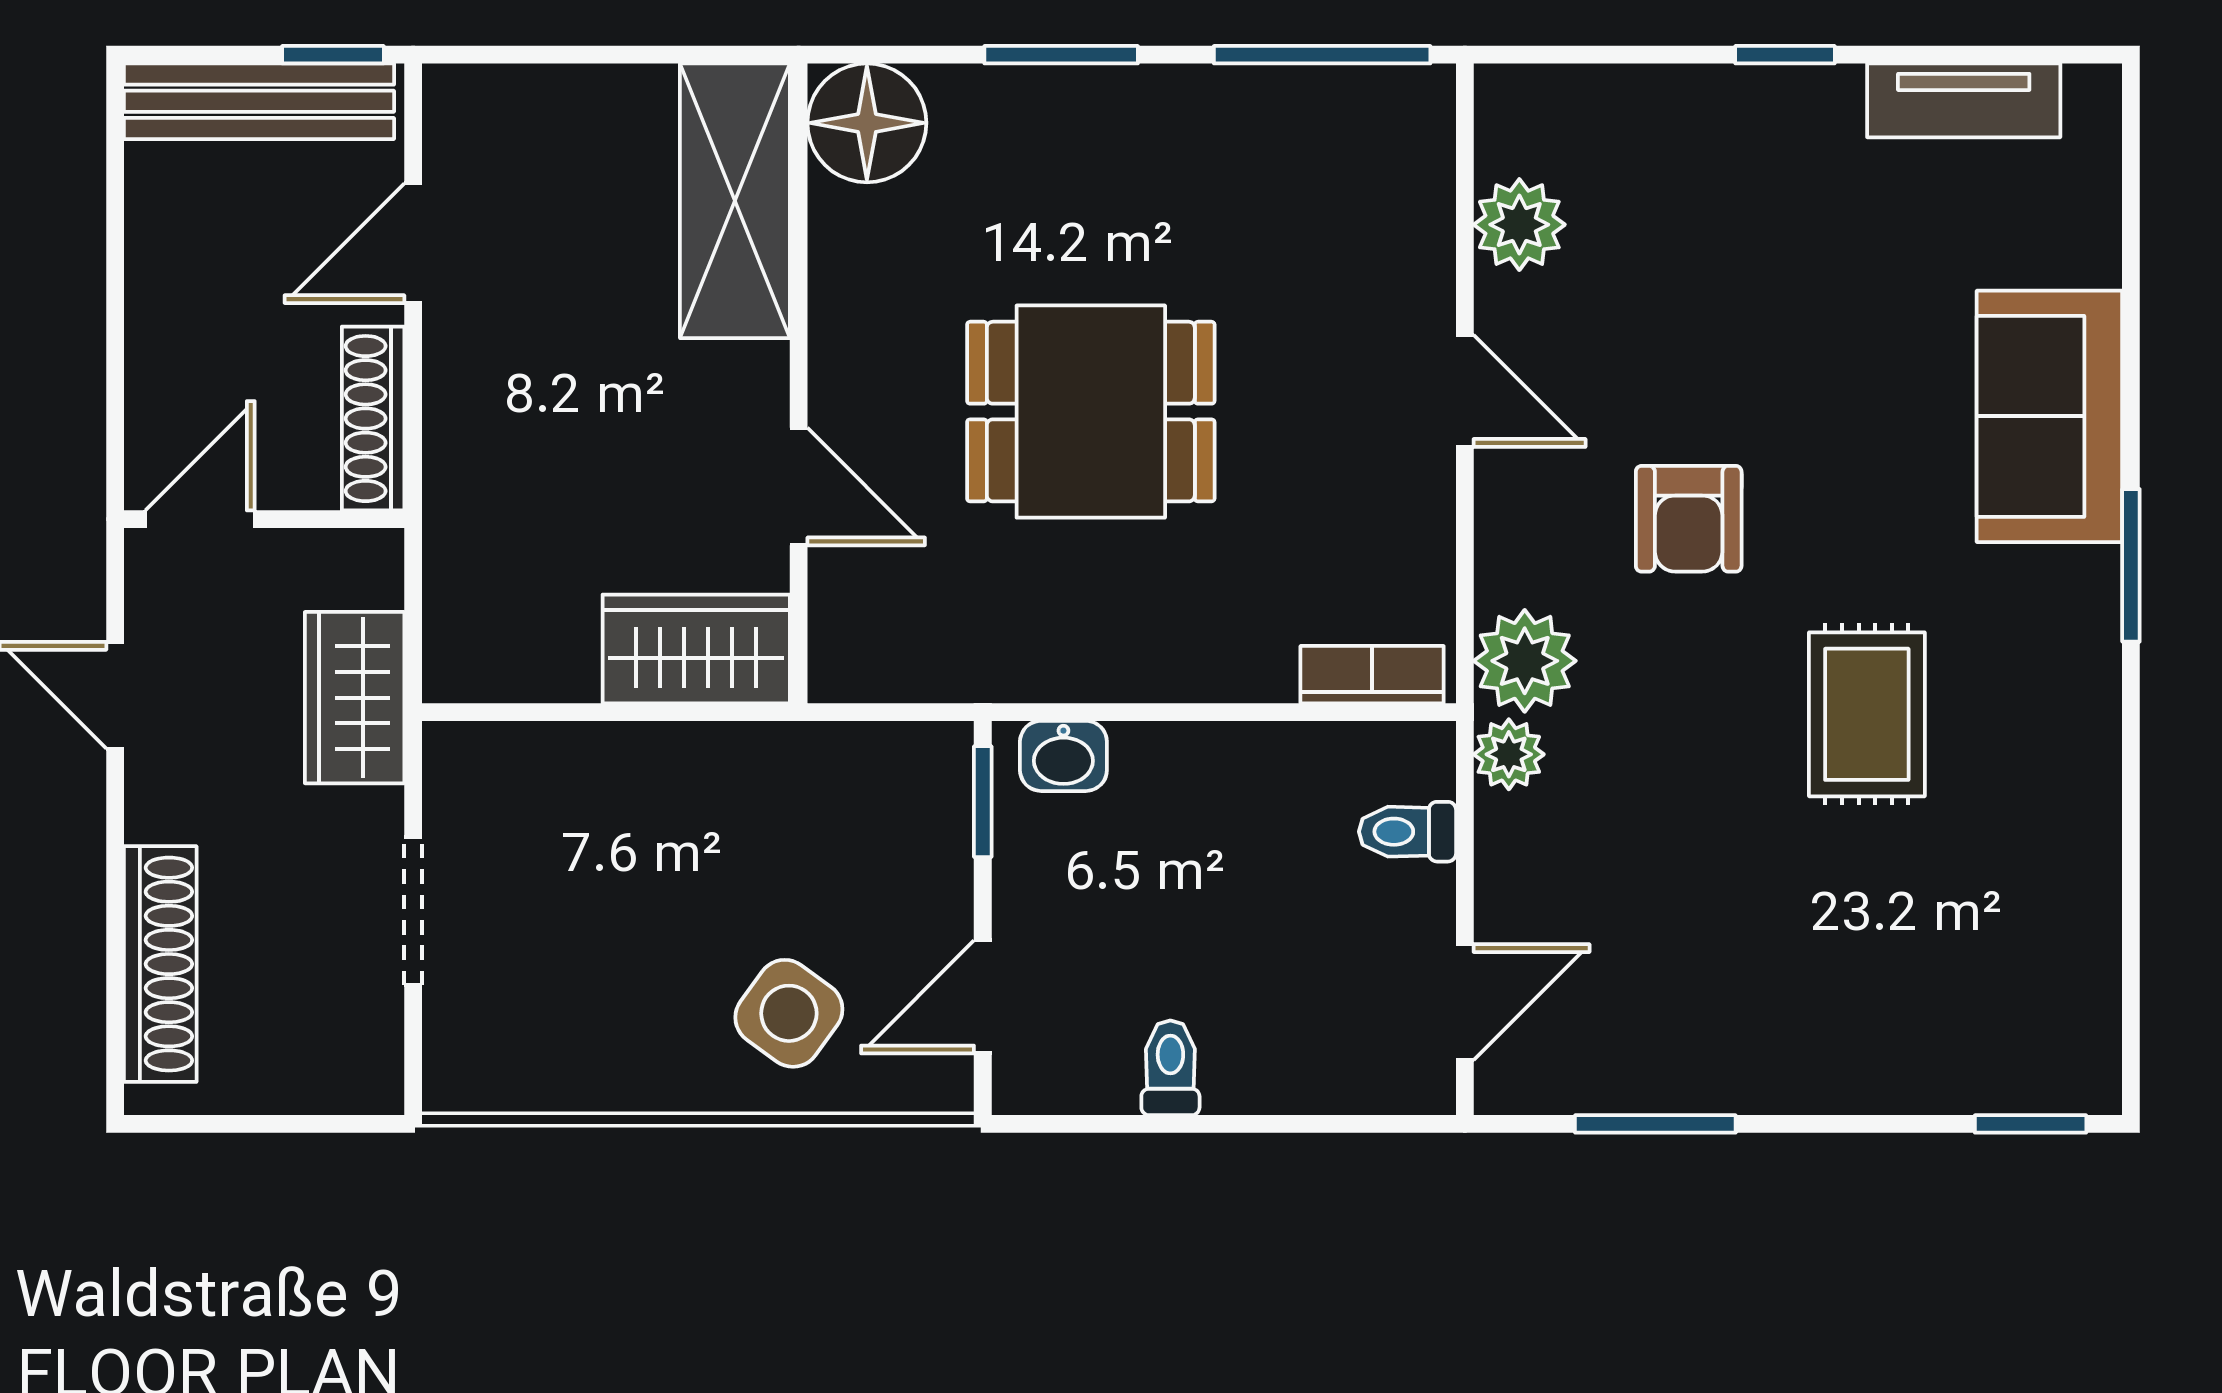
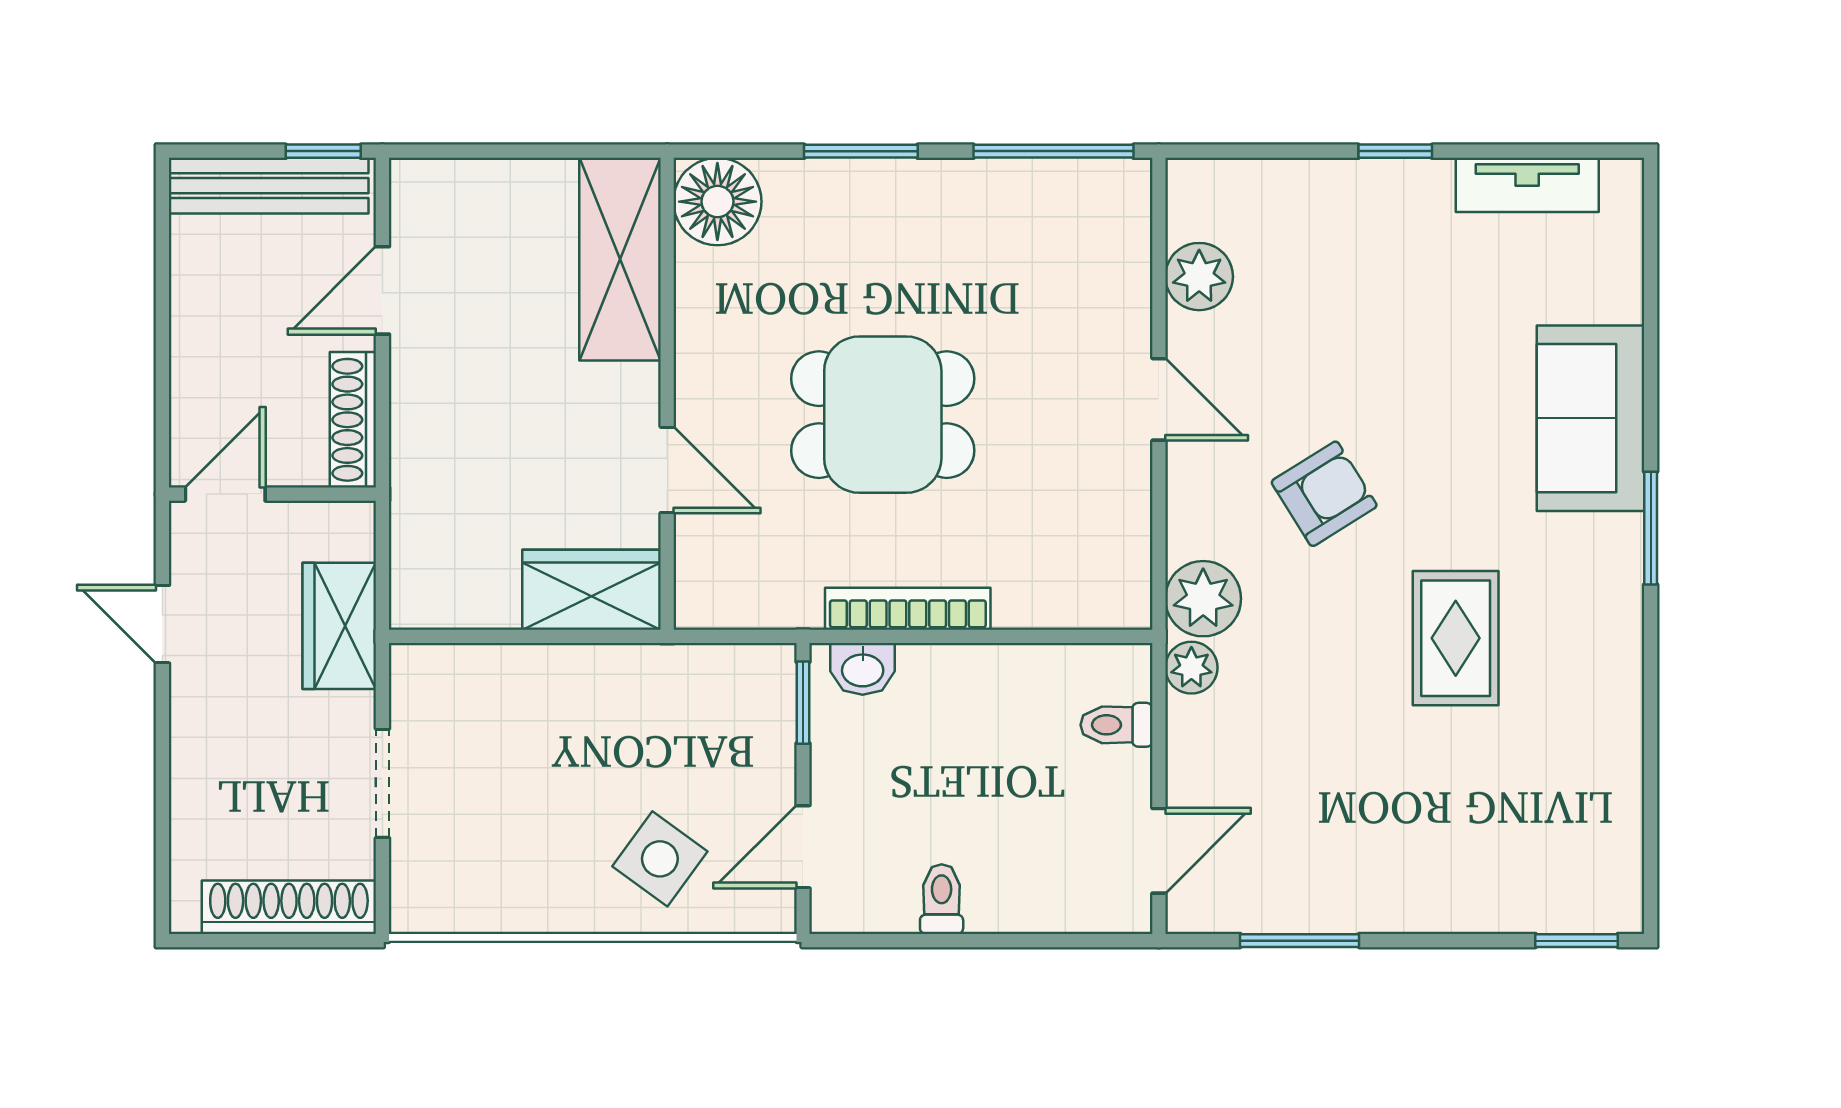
armchair: (1689, 519) -> (1324, 494), turned -122
bookcase: (1372, 675) -> (908, 609), moved, width x1.56
shoe rack: (160, 964) -> (289, 907), moved, turned -90

